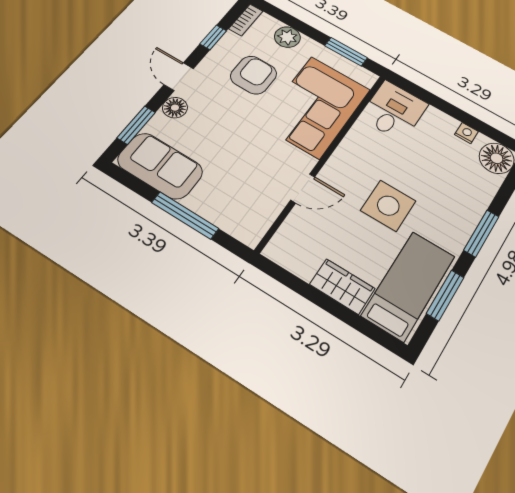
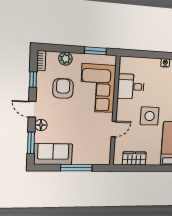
desk: (394, 111) -> (131, 87), moved, turned -90
wardrobe: (342, 286) -> (134, 158), moved

